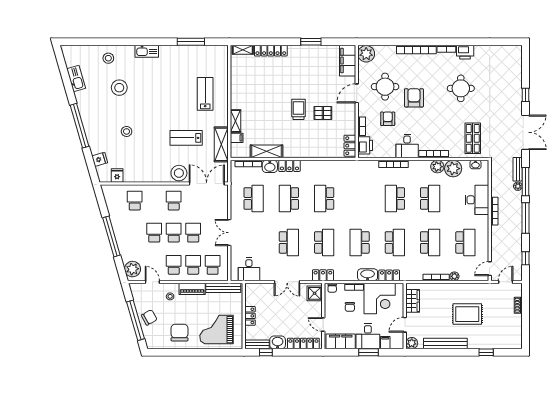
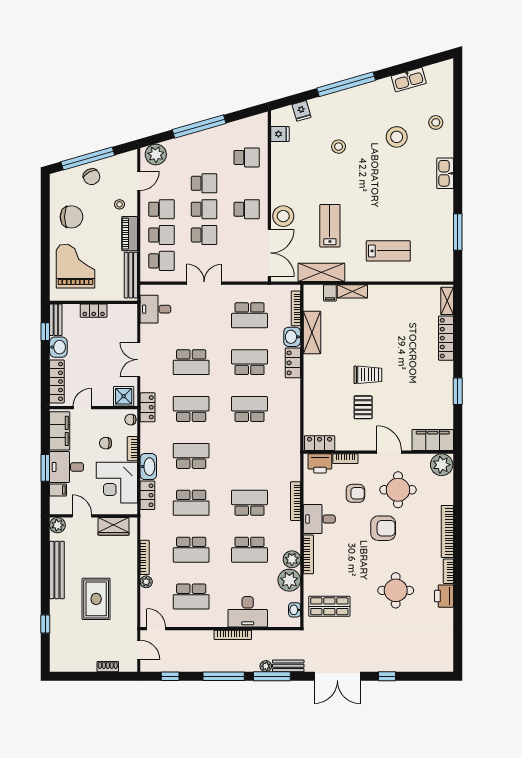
school desk: (324, 242) -> (191, 409), turned 180

